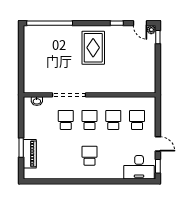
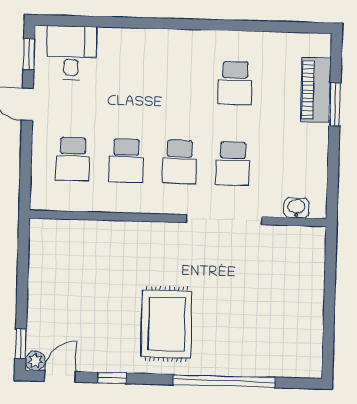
window: (50, 23) -> (224, 381), moved
door: (140, 23) -> (60, 376), hinge flipped
school desk: (90, 156) -> (235, 83), moved
desk: (139, 167) -> (71, 53), width x0.73

